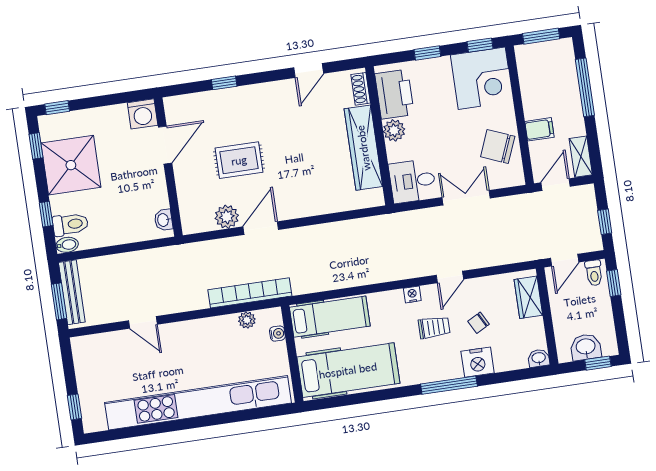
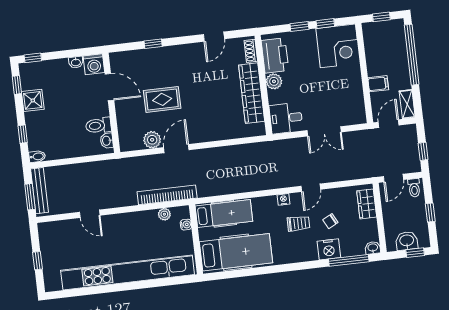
window: (541, 36) -> (381, 17), width x0.67
window: (480, 45) -> (325, 24), moved
window: (585, 87) -> (412, 55), width x1.46
washbasin: (117, 112) -> (76, 62), added
door: (165, 145) -> (109, 87), hinge flipped
chair: (498, 147) -> (348, 95), removed
shower: (71, 165) -> (33, 100), width x0.54, depth x0.54
double door: (466, 198) -> (324, 131), swing flipped
toilet: (70, 224) -> (98, 125), moved, turned 180
window: (614, 283) -> (430, 212), moved
window: (449, 385) -> (349, 260), moved
window: (75, 407) -> (37, 261), moved

